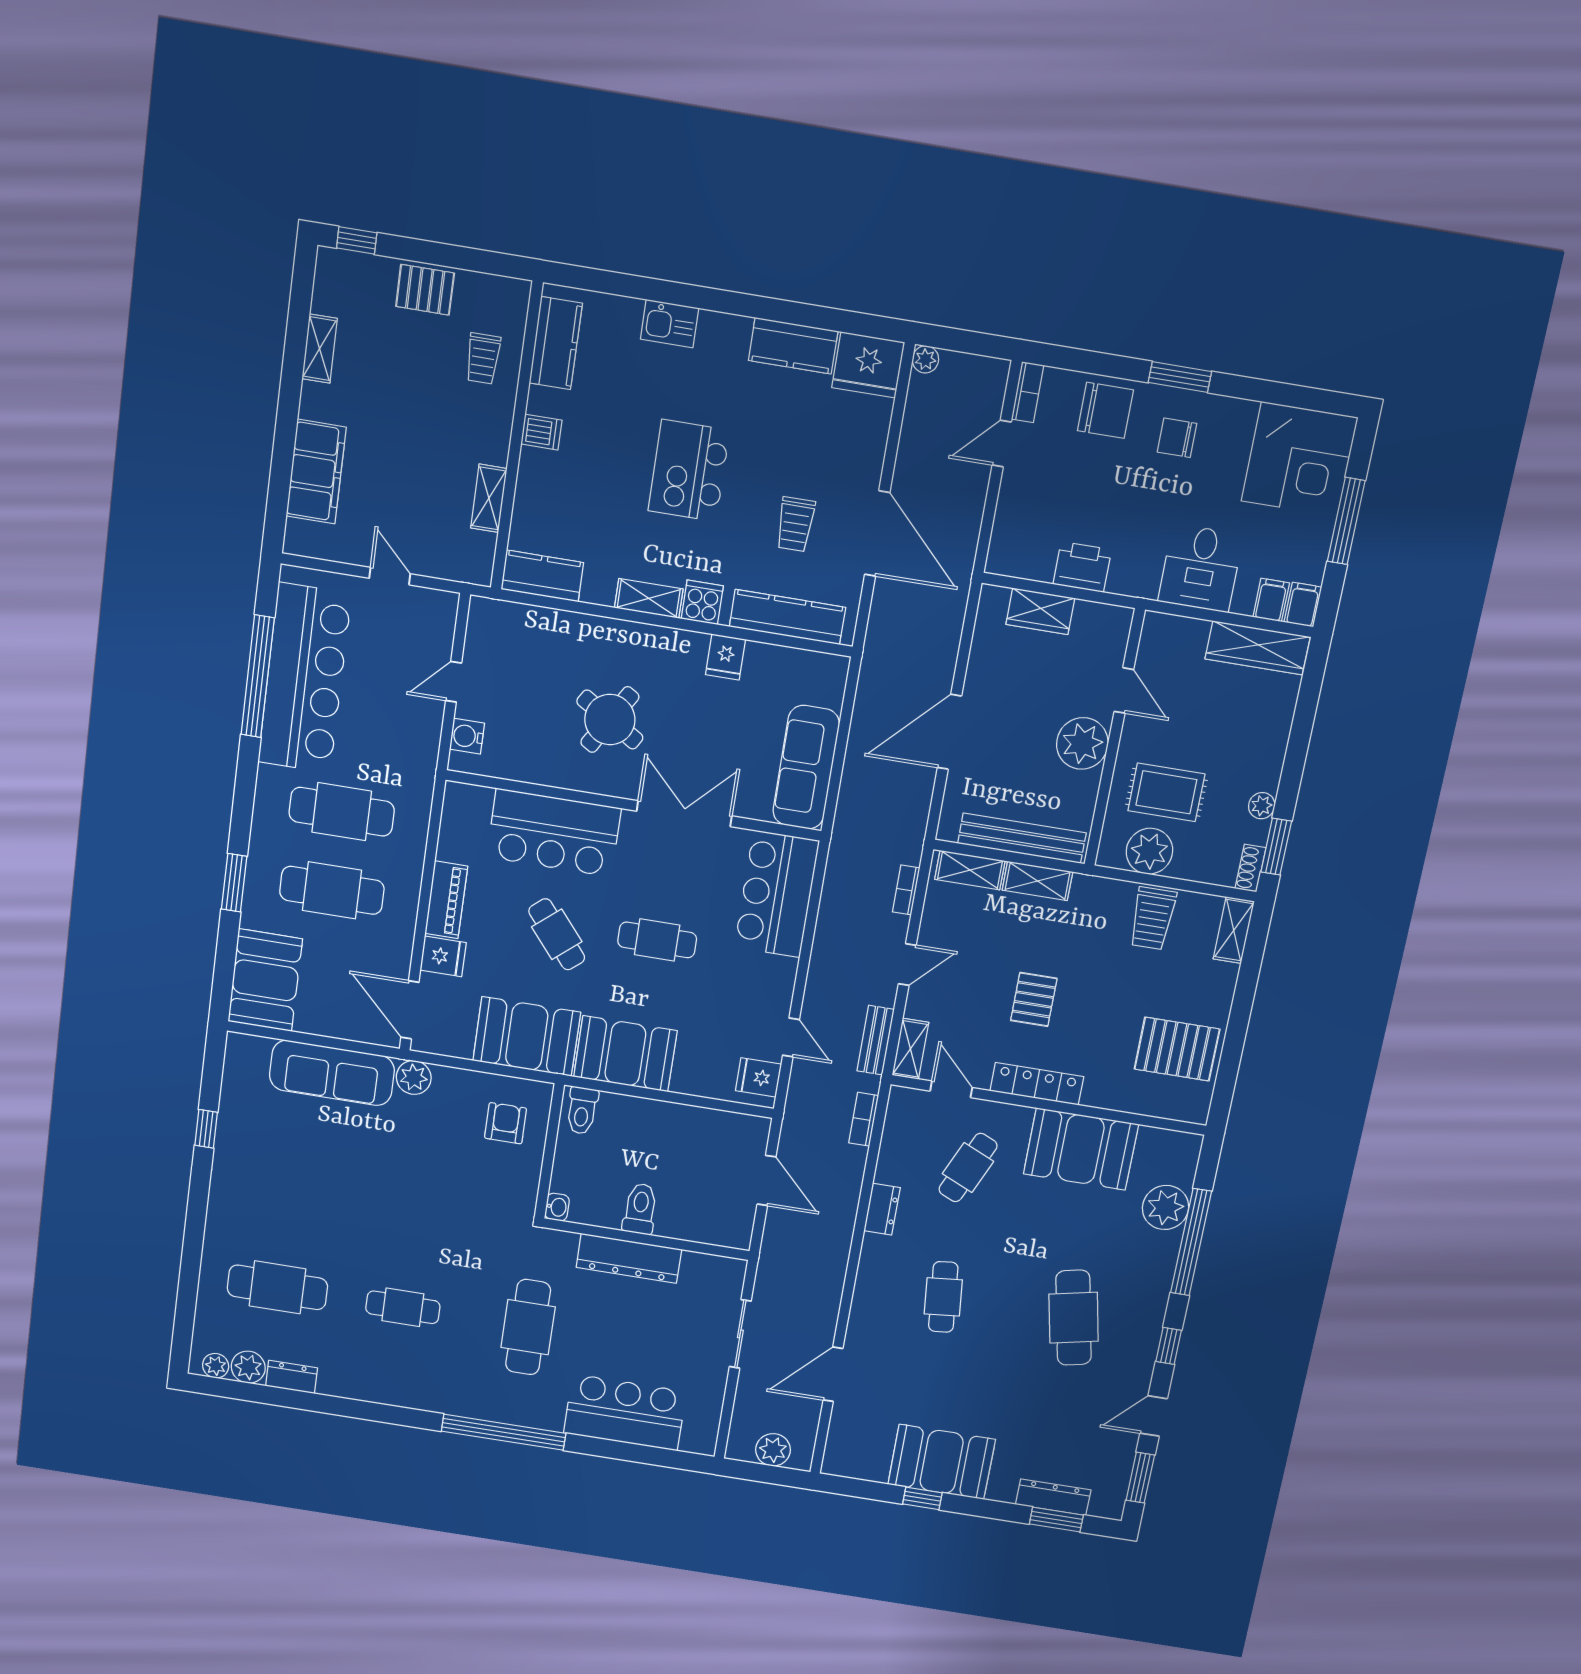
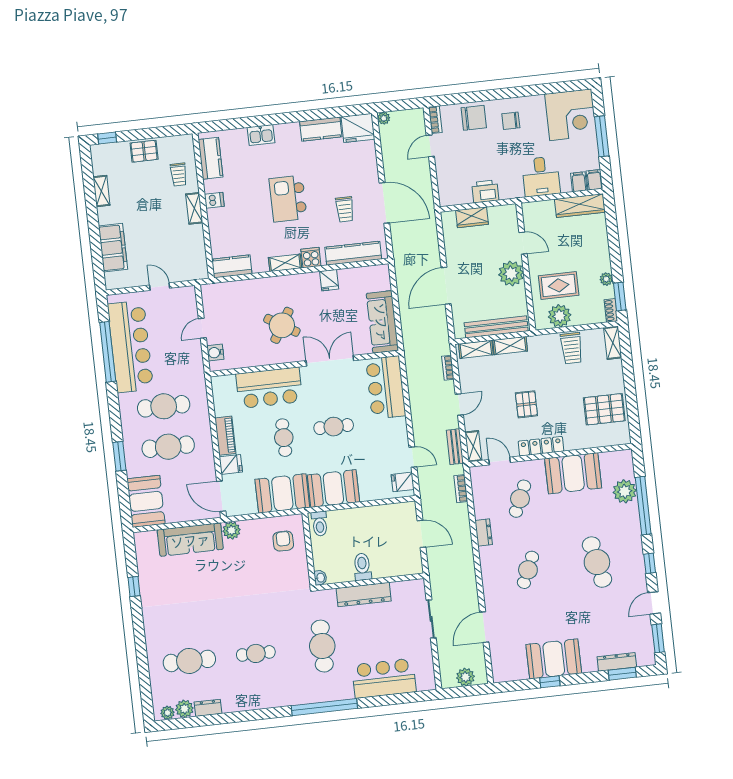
window: (1180, 377) -> (503, 94), removed
shelving: (489, 498) -> (194, 208), moved
cafe table: (557, 934) -> (284, 438), turned 40
cafe table: (943, 1297) -> (528, 570), turned 30

